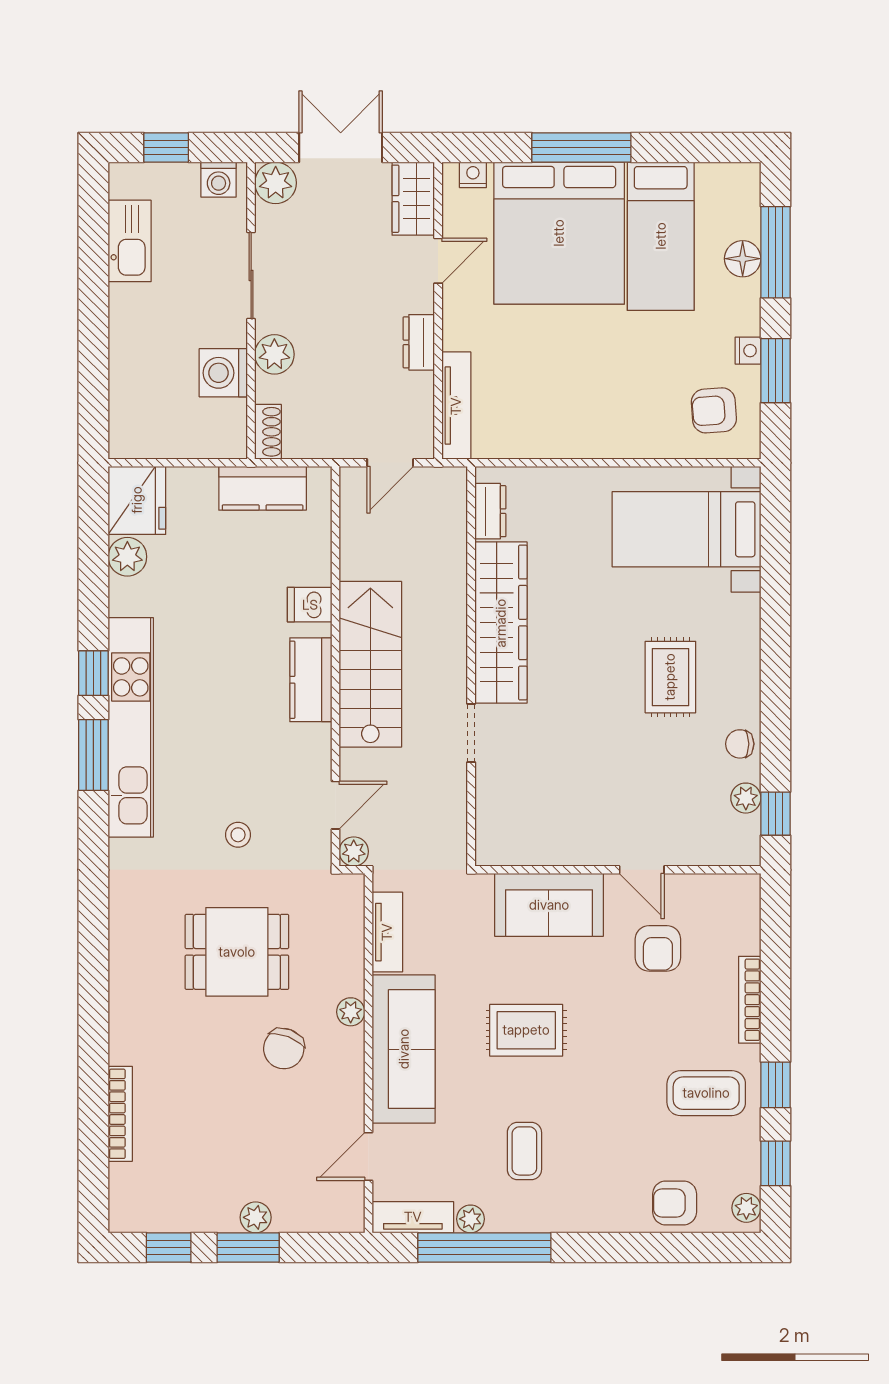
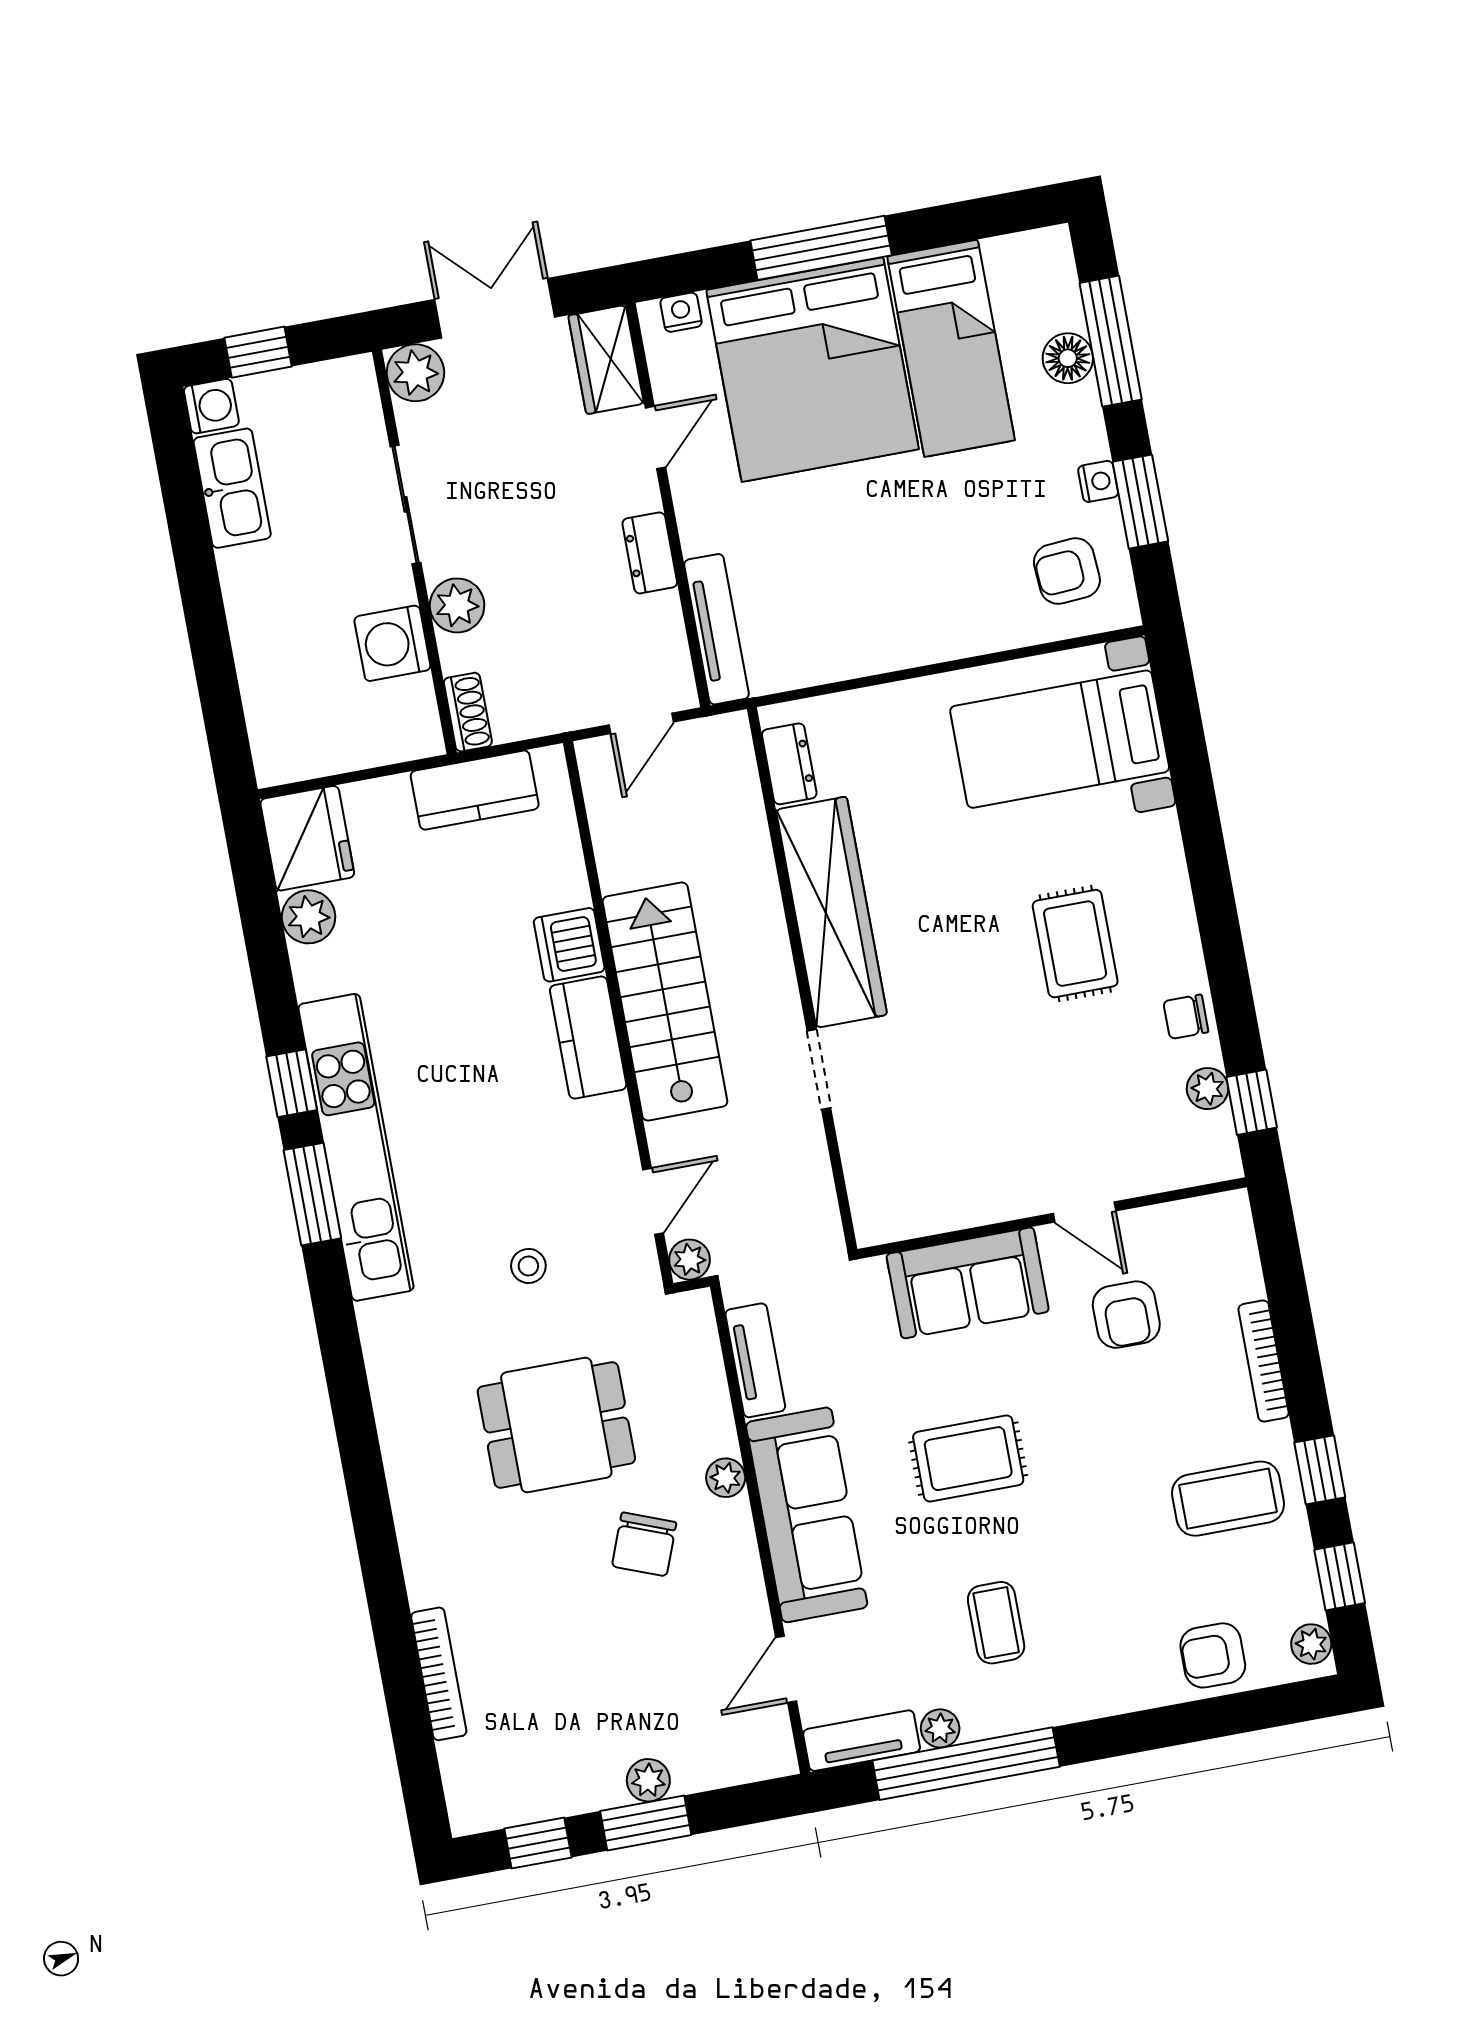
washing machine: (219, 180) -> (211, 406), moved, turned -90
dishwasher: (310, 605) -> (569, 945), width x1.38

